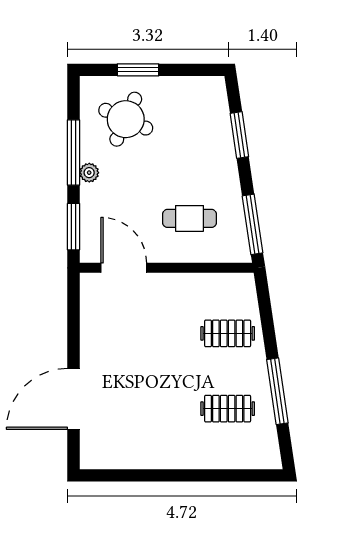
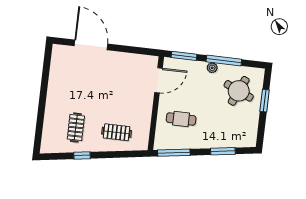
cafe table: (190, 218) -> (181, 119), turned 90
clothes rail: (228, 333) -> (117, 132), turned 90
window: (277, 391) -> (82, 155), width x0.46

